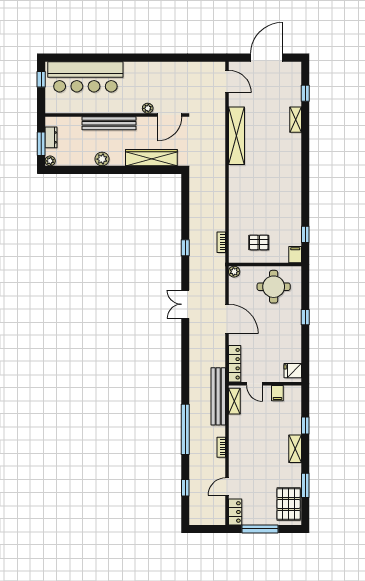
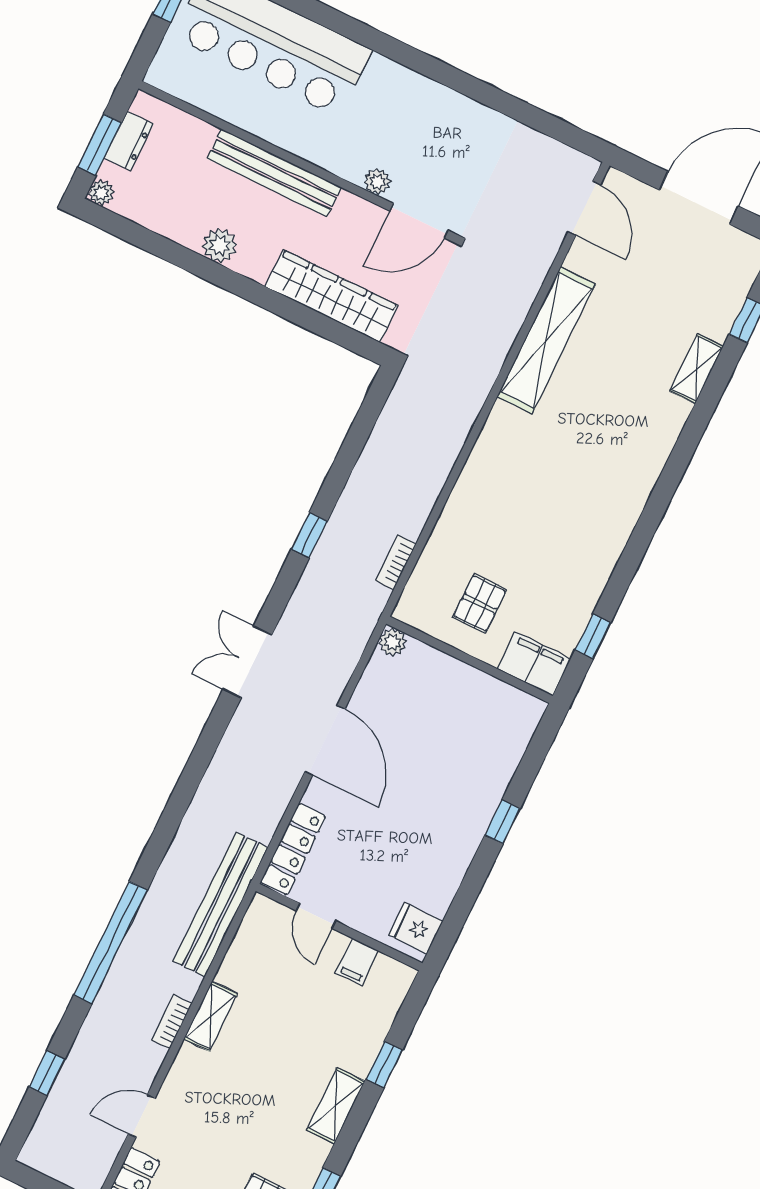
pallet: (259, 242) -> (480, 604), turned 90
filing cabinet: (295, 255) -> (534, 664), width x2.00
round table: (274, 287) -> (465, 719), removed
shelving: (234, 401) -> (211, 1016), moved

